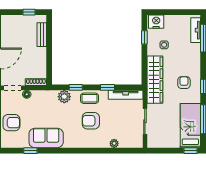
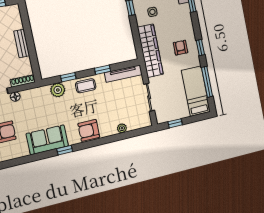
bench: (42, 35) -> (22, 43), moved
armchair: (91, 121) -> (89, 130), moved
window: (30, 151) -> (65, 150), moved
window: (190, 151) -> (175, 123), moved

